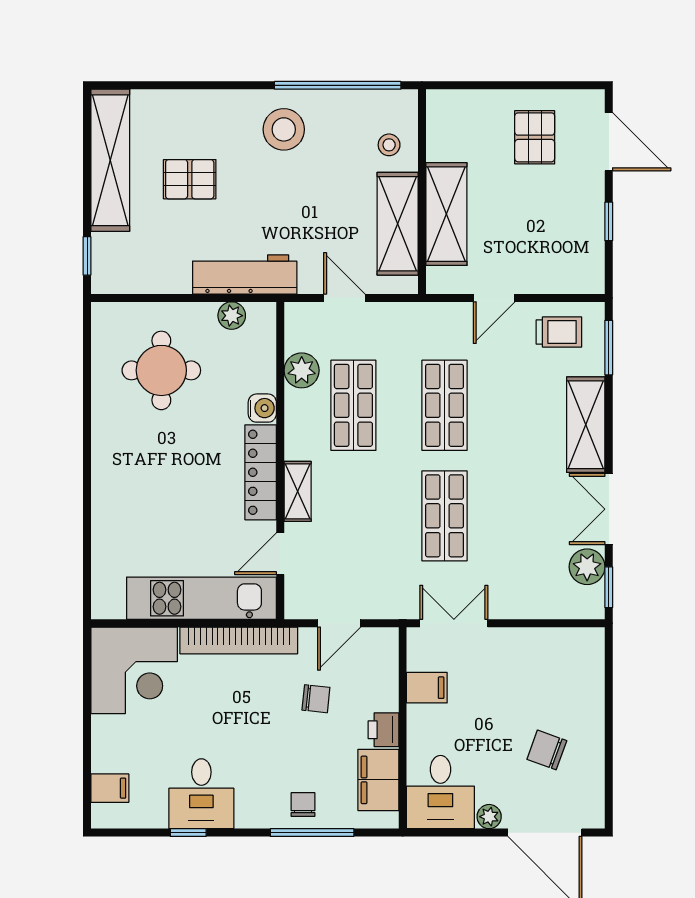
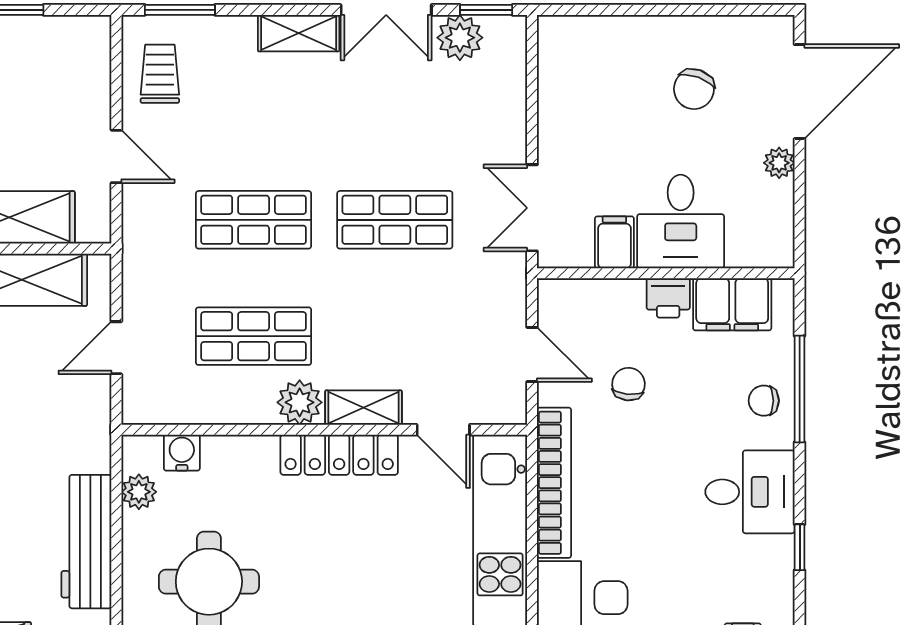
workbench: (245, 274) -> (86, 542), moved
plant: (302, 370) -> (300, 402), moved
water cooler: (262, 408) -> (182, 453), moved
shelving: (586, 425) -> (299, 33), width x0.67, depth x0.75
desk: (440, 792) -> (681, 222), moved, turned 90
desk: (201, 794) -> (750, 492), moved

